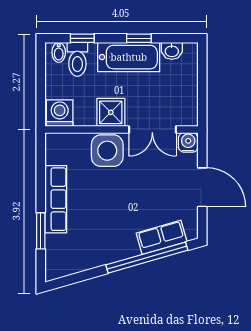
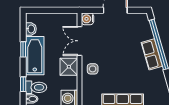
double door: (152, 129) -> (79, 41), swing flipped
side table: (107, 151) -> (93, 69), width x0.54, depth x0.54
row of seats: (162, 237) -> (152, 54), moved

